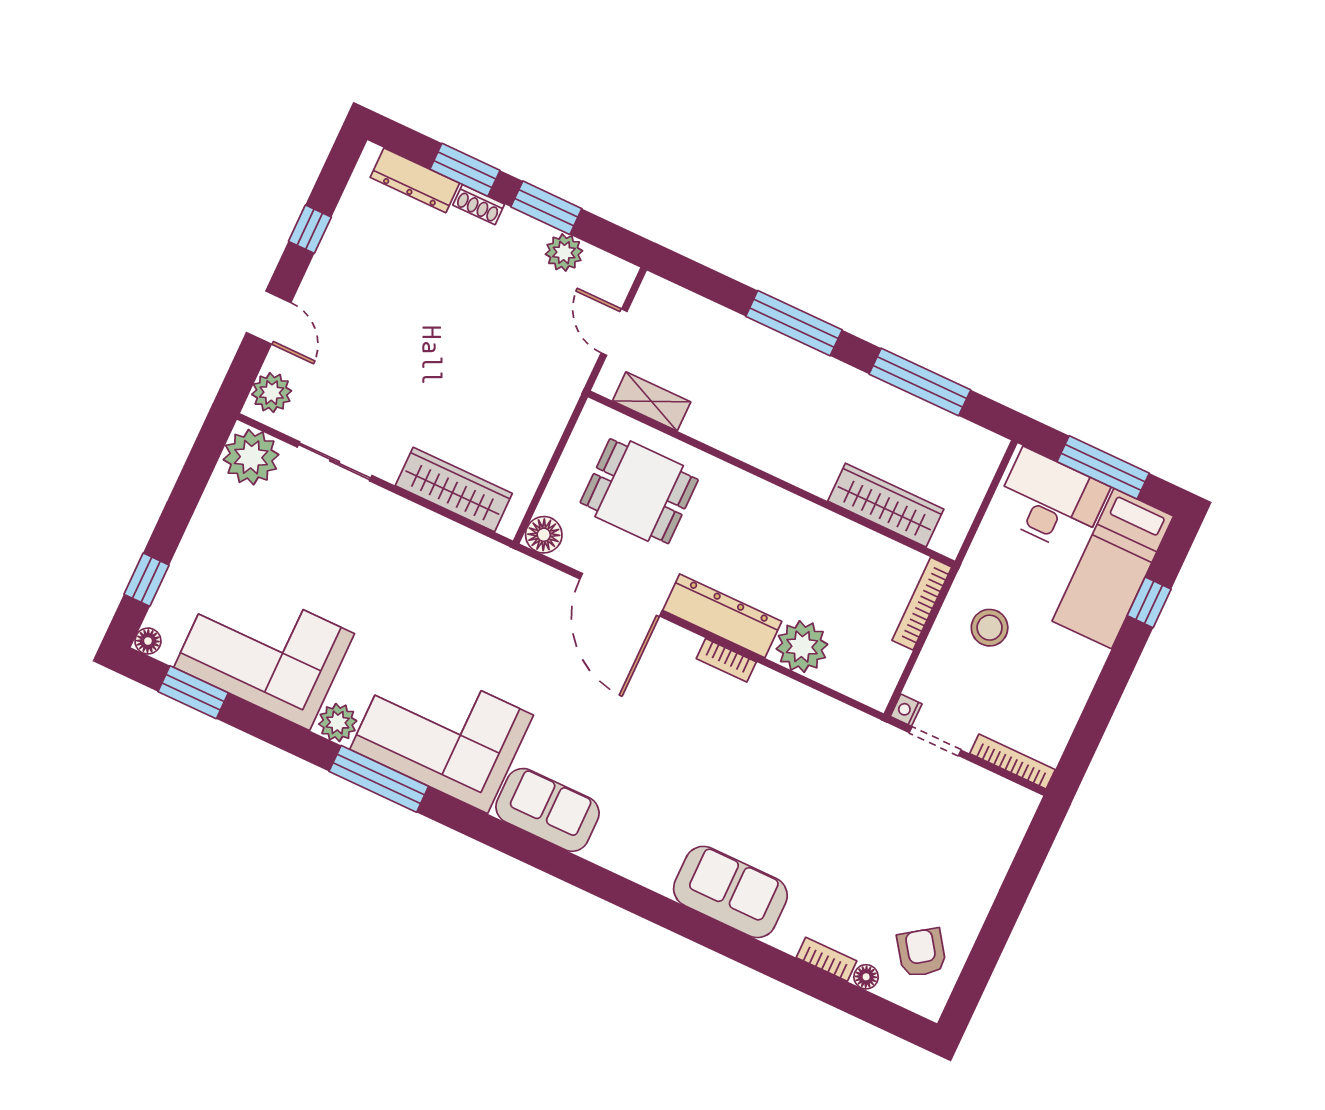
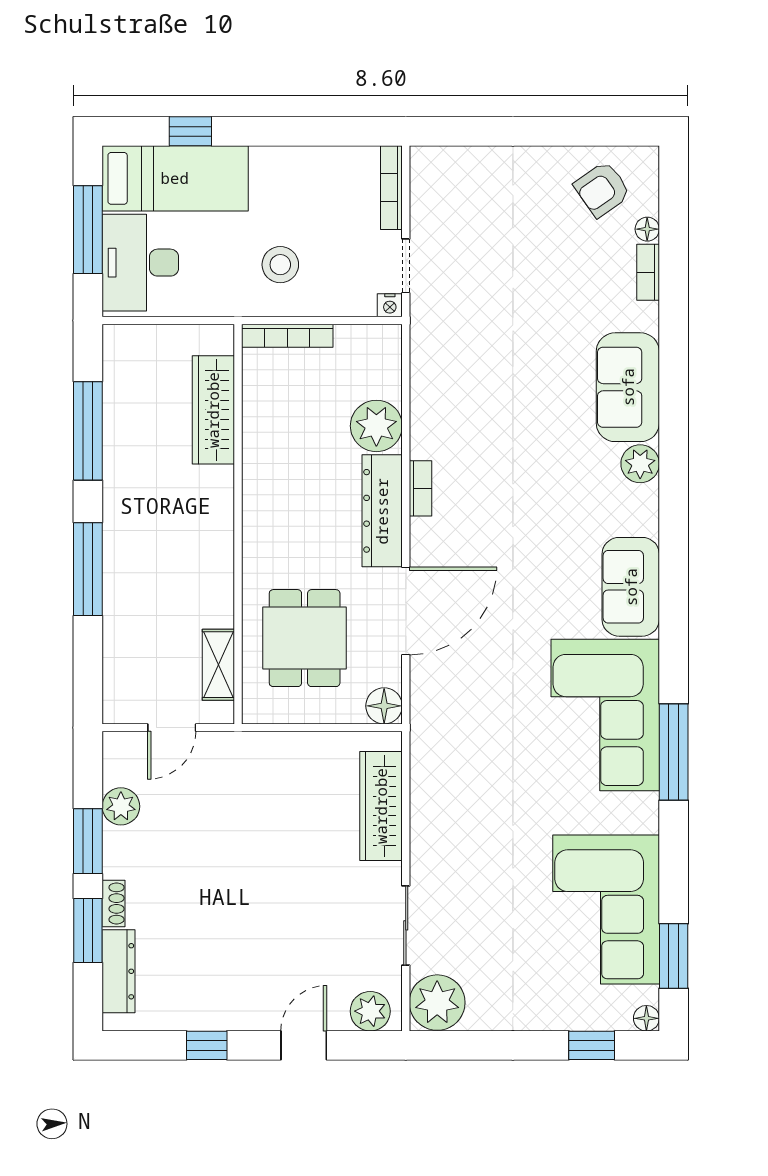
plant: (338, 723) -> (640, 464), moved

